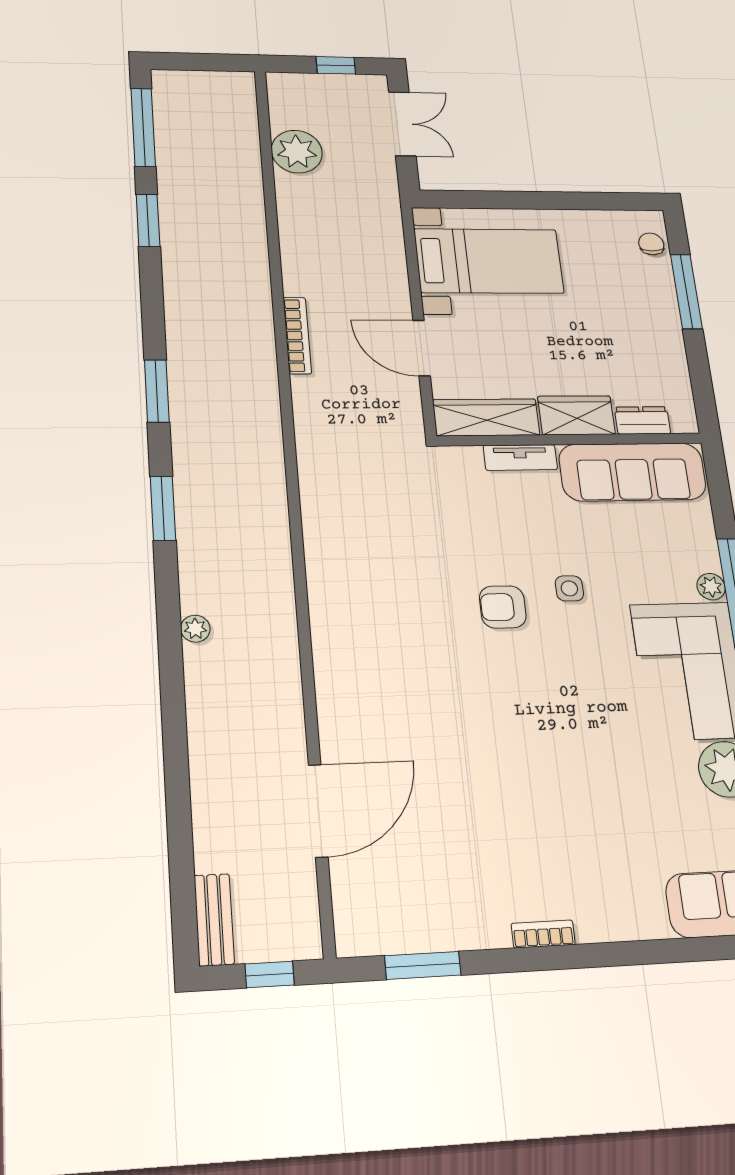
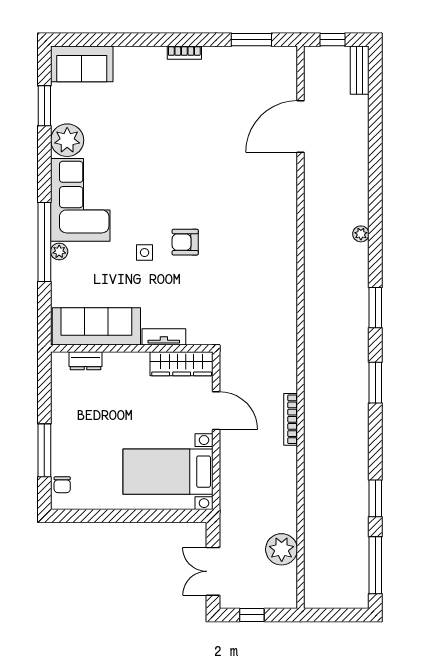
wardrobe: (576, 415) -> (126, 365), removed
armchair: (503, 607) -> (185, 242), turned 180

